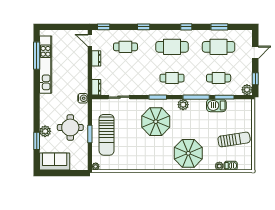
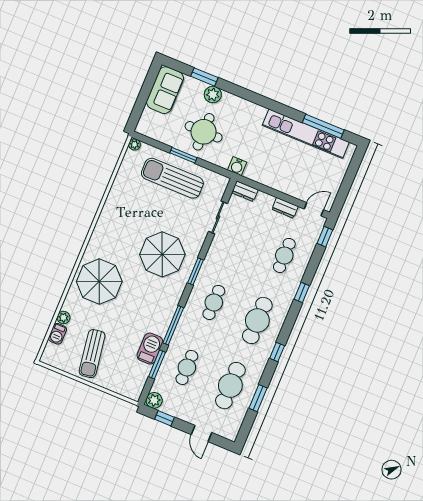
plant: (183, 105) -> (170, 303), removed

